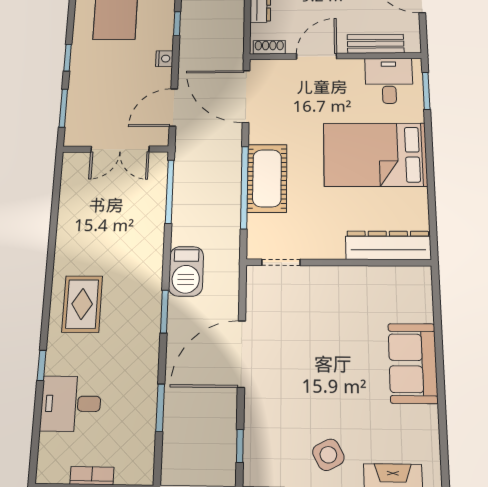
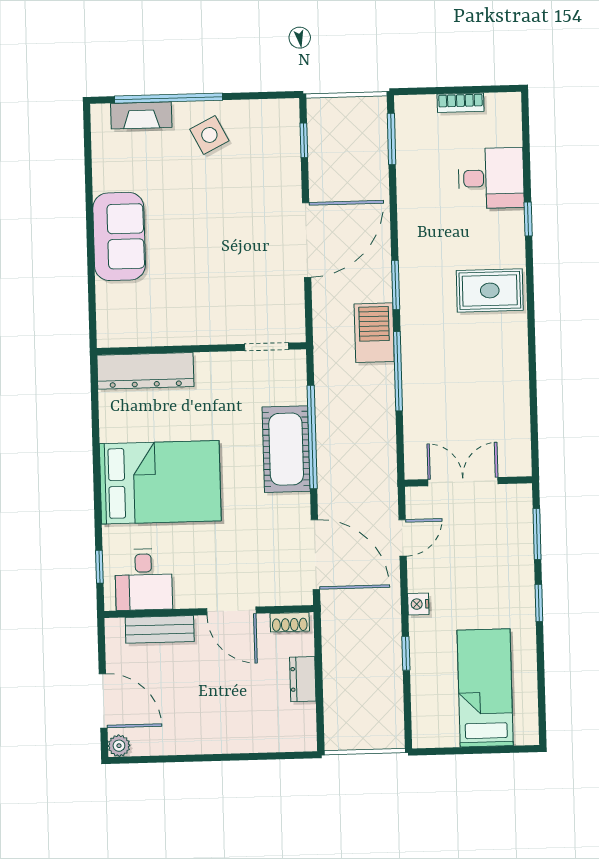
door: (317, 56) -> (231, 611), hinge flipped
window: (426, 91) -> (99, 567), width x0.67
door: (173, 108) -> (403, 538), width x0.73
window: (170, 192) -> (398, 371), moved
rug: (82, 304) -> (490, 290), turned 90
window: (160, 408) -> (391, 139), moved

